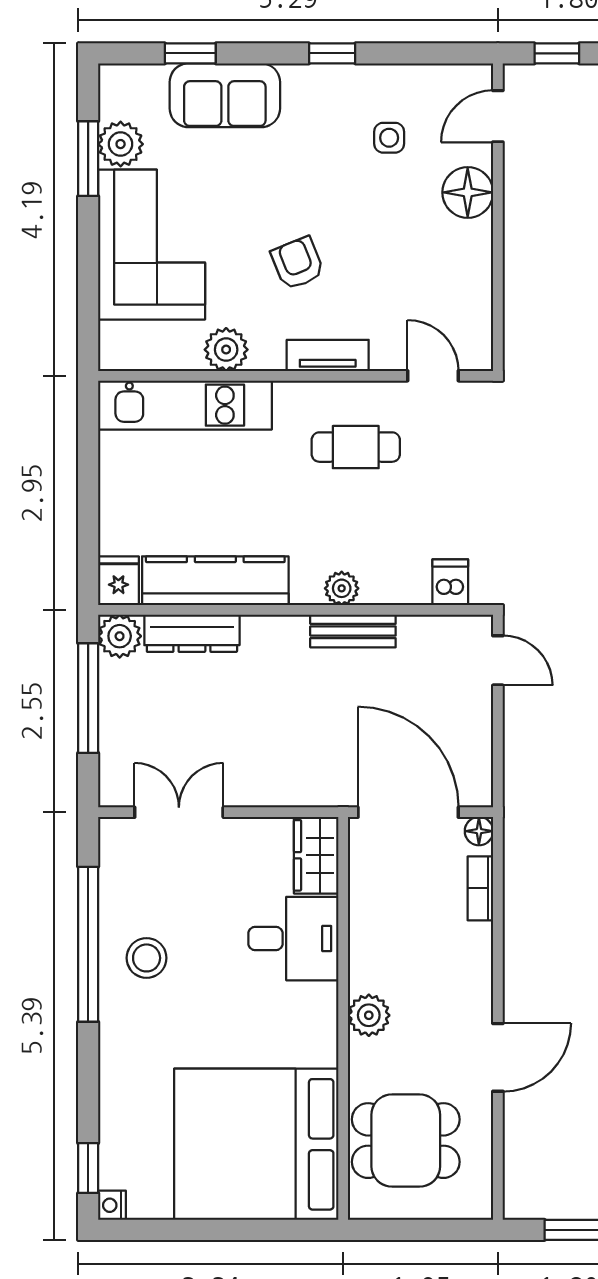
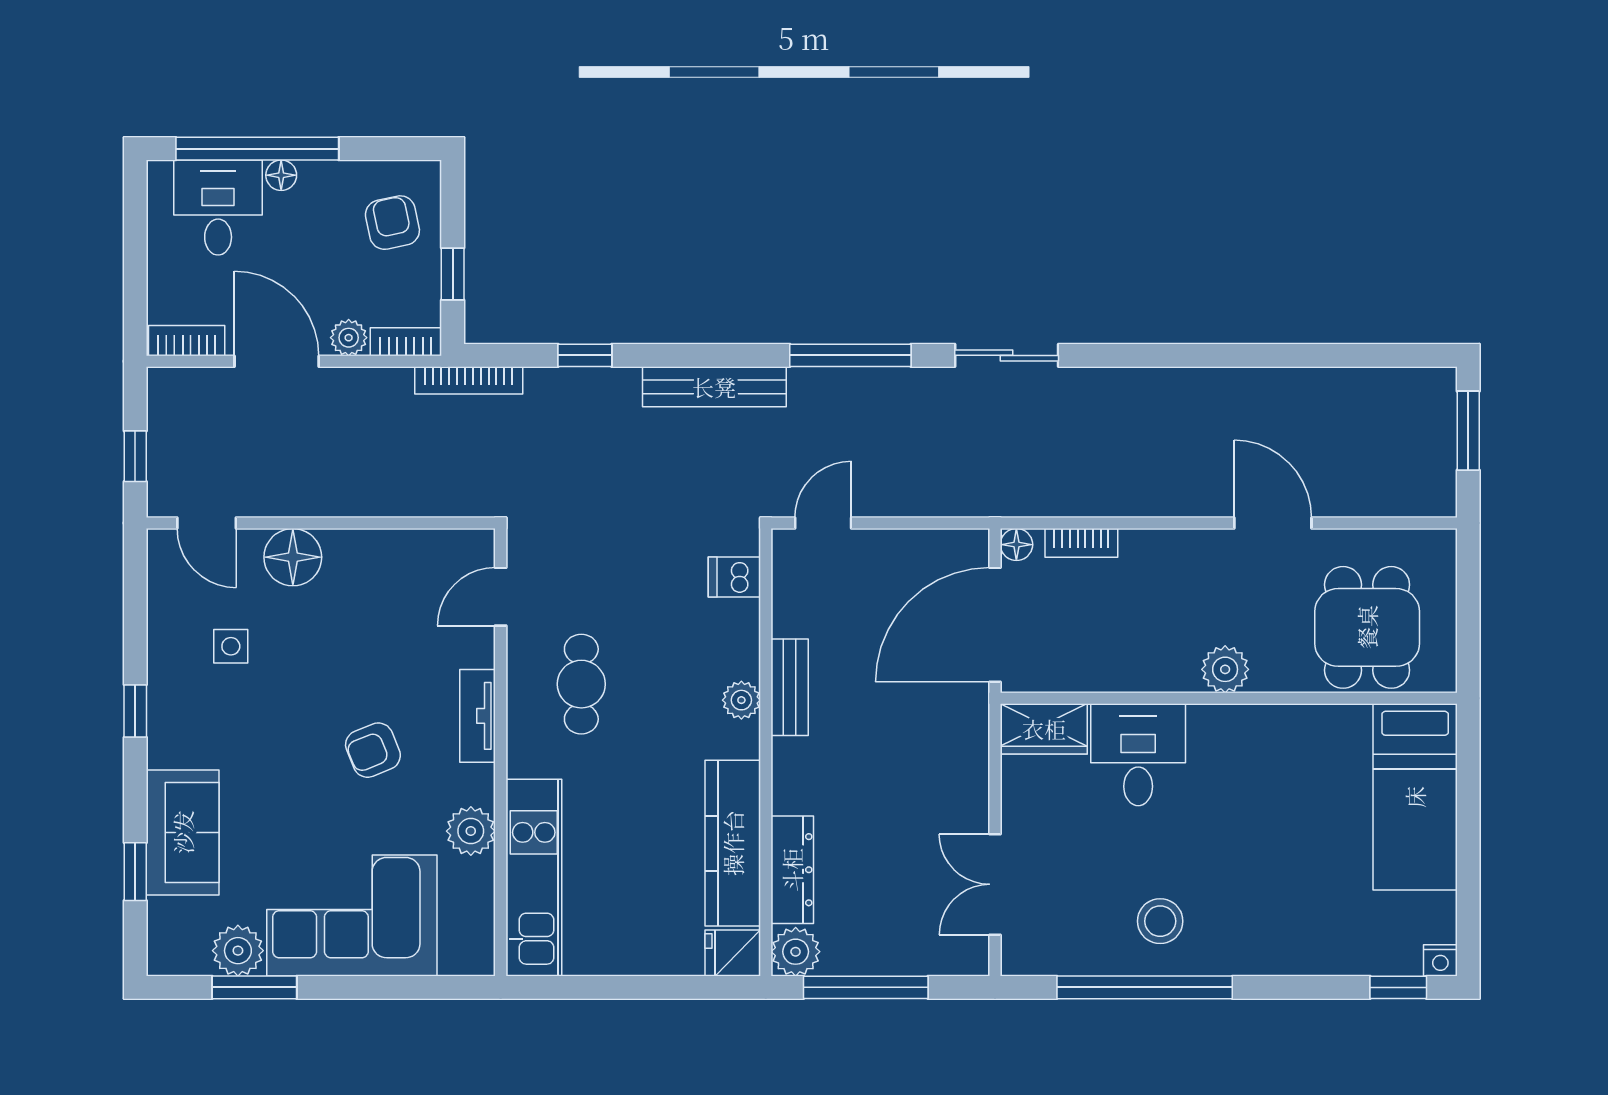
bed: (256, 1144) -> (1415, 797), width x0.49

